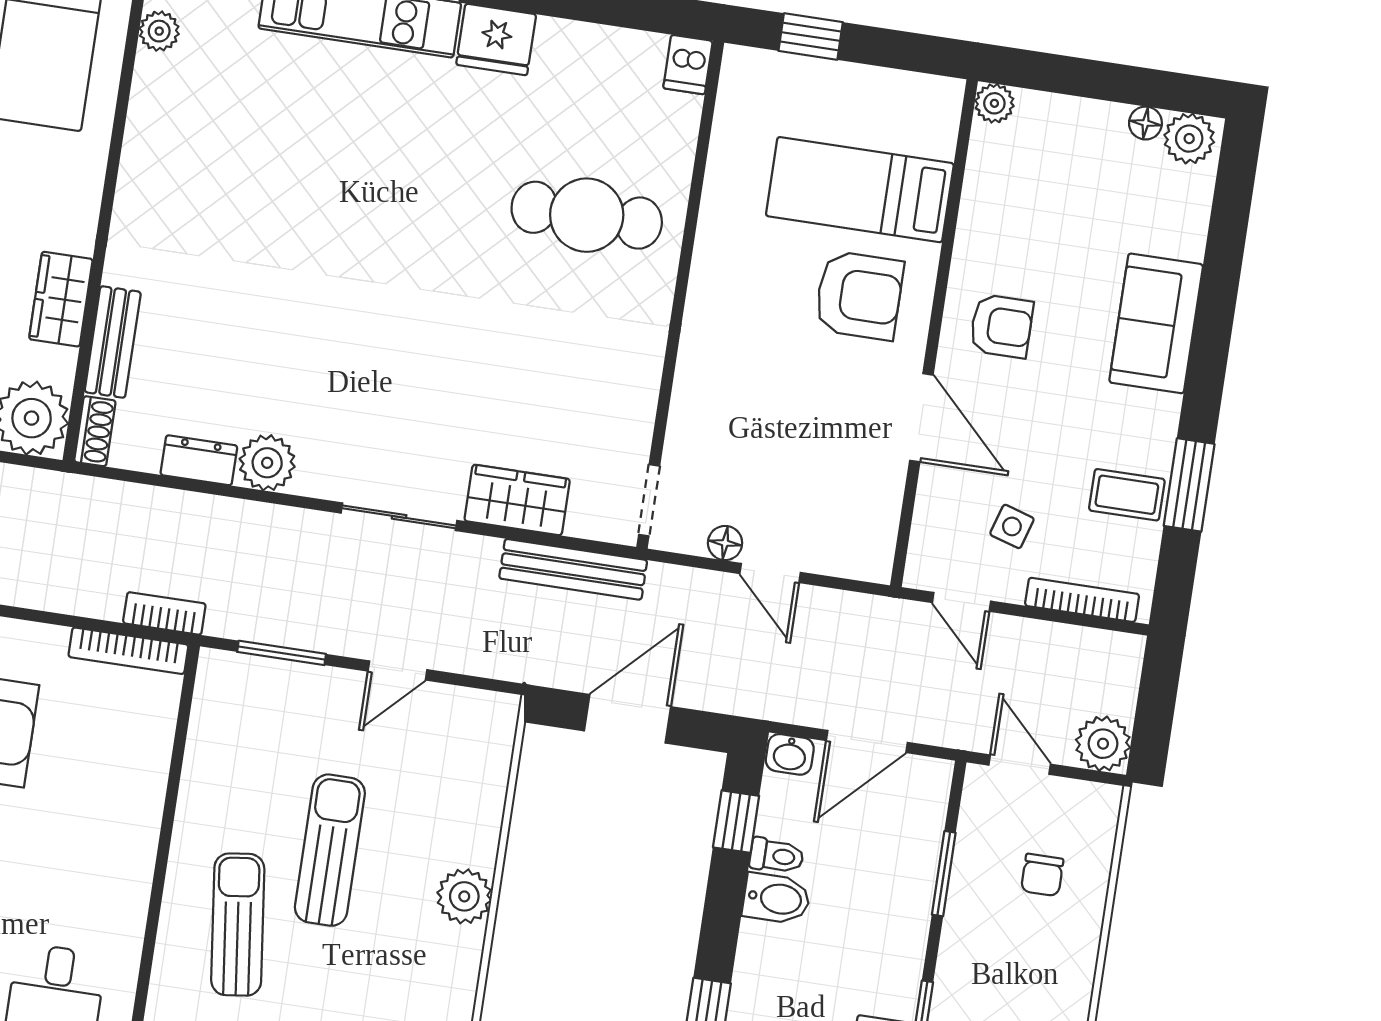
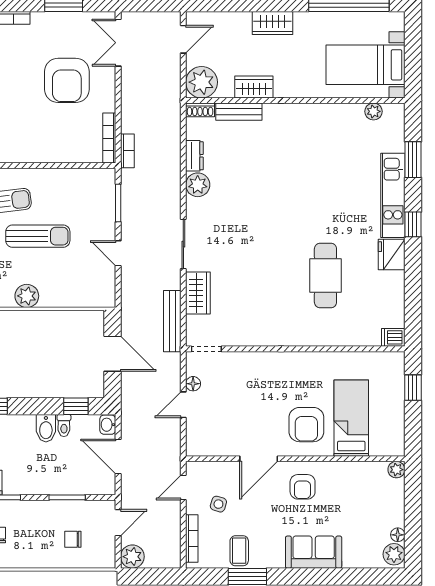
cafe table: (587, 215) -> (325, 275), moved

